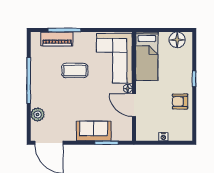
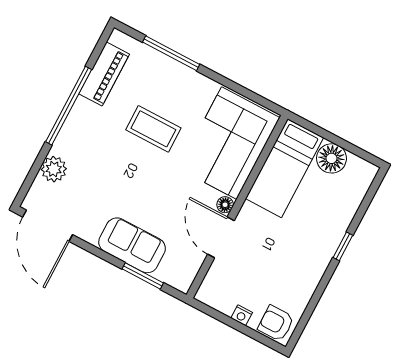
piano: (57, 39) -> (104, 74), moved, turned -90
floor lamp: (177, 40) -> (331, 158), moved
armchair: (180, 101) -> (276, 323), moved

